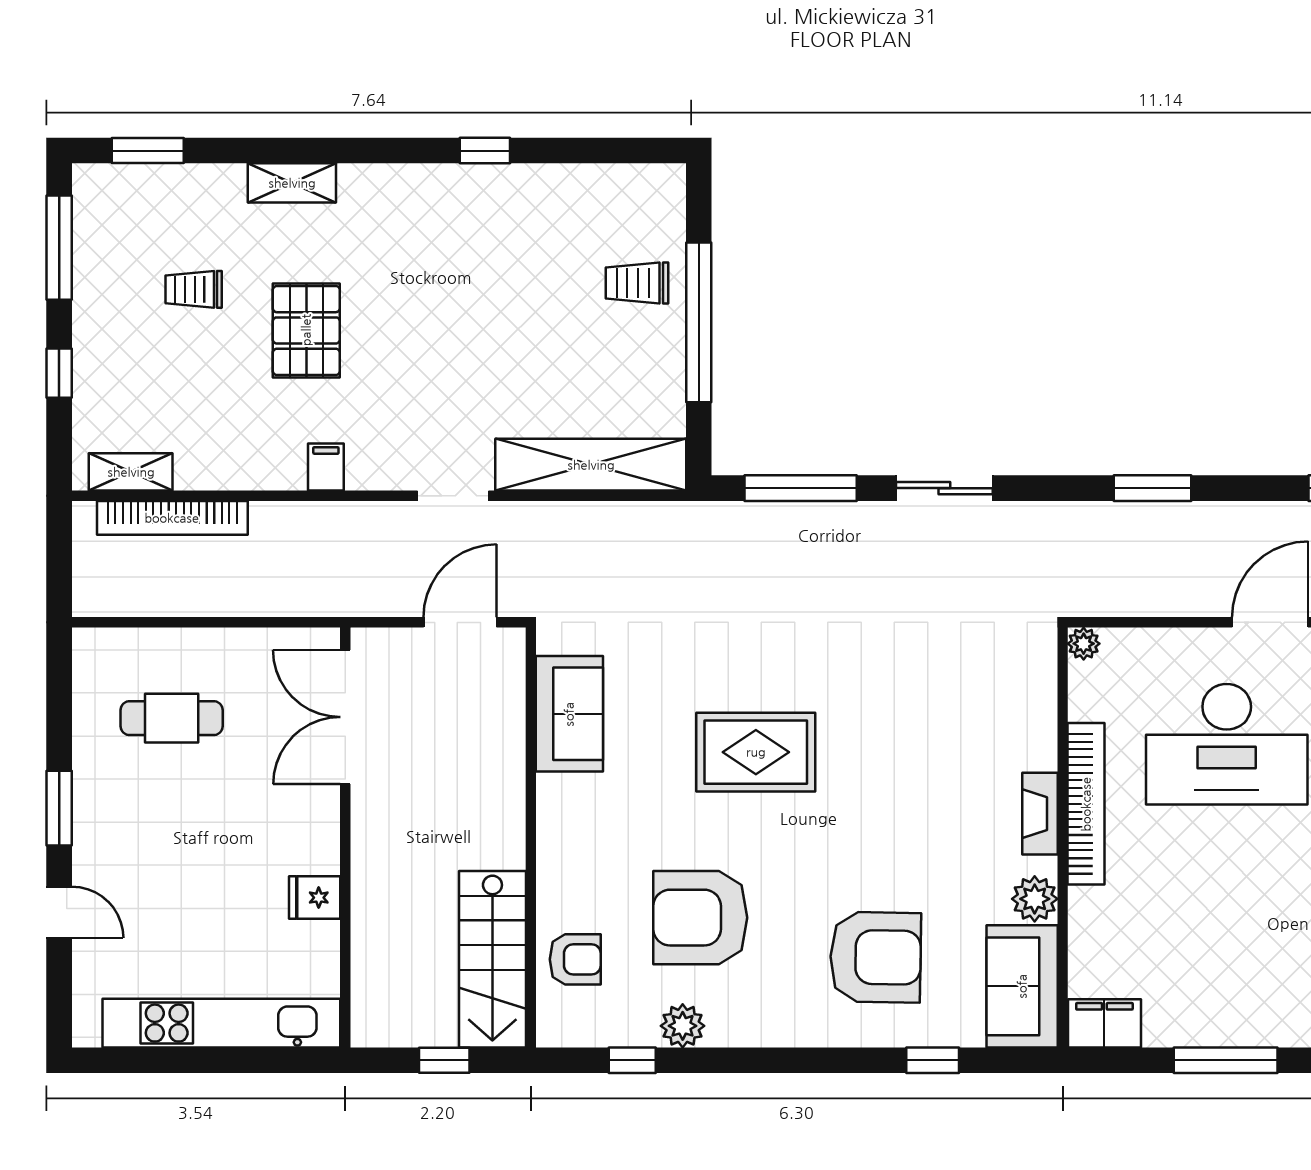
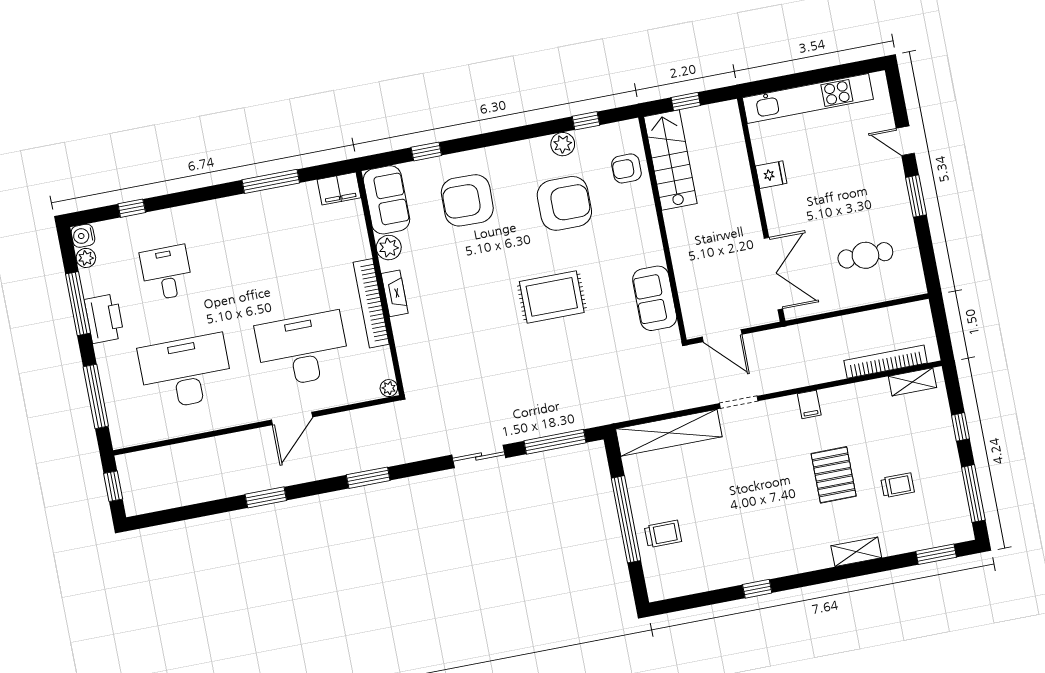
door: (460, 622) -> (722, 336), hinge flipped

